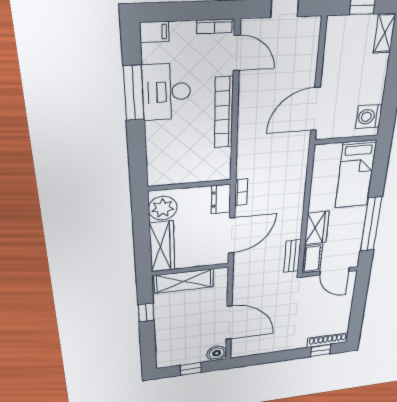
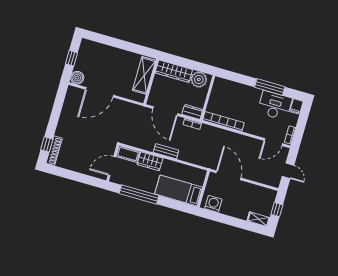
desk: (167, 92) -> (275, 105), moved
bookcase: (224, 113) -> (223, 122), moved
bench: (292, 256) -> (166, 151), moved
window: (146, 312) -> (130, 47), removed

